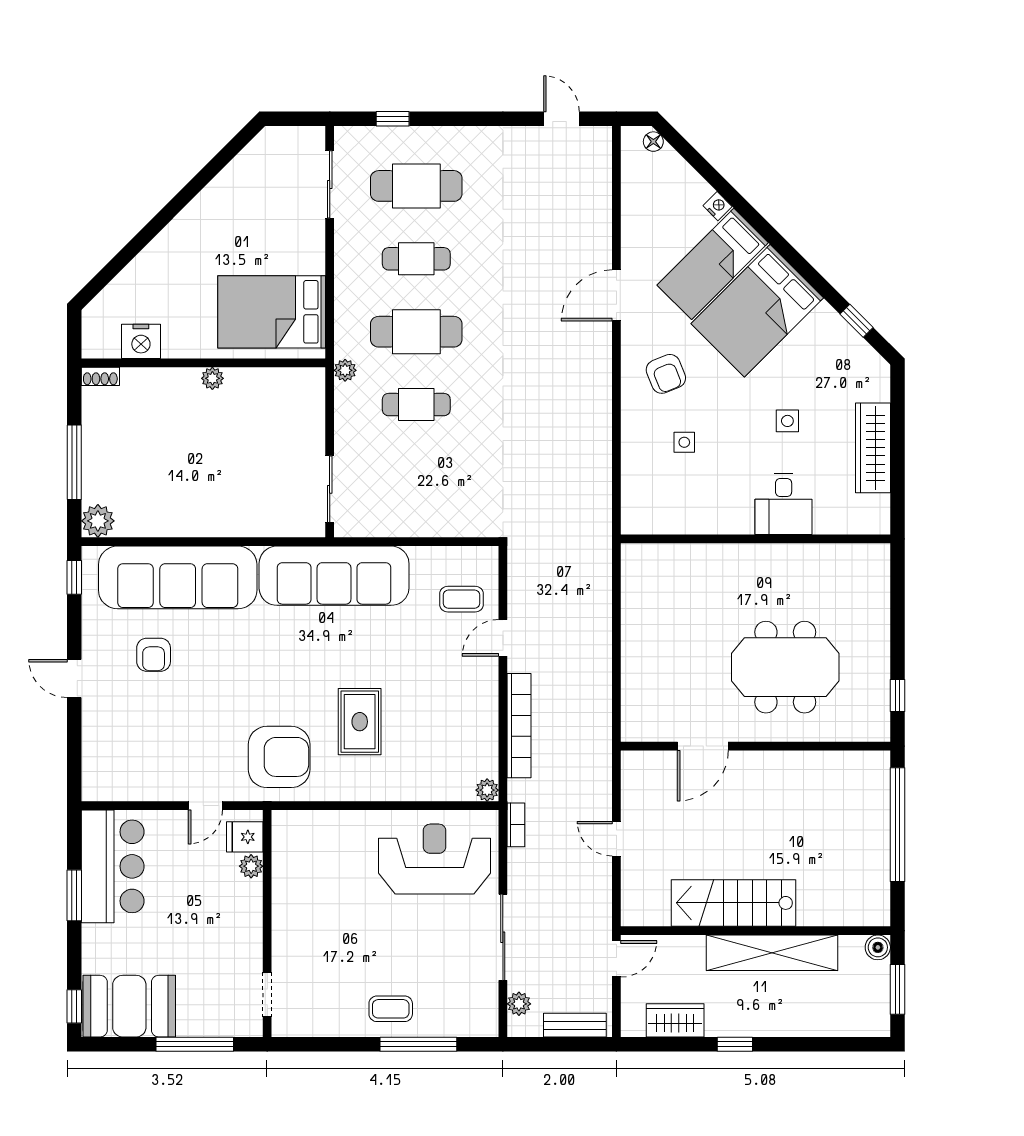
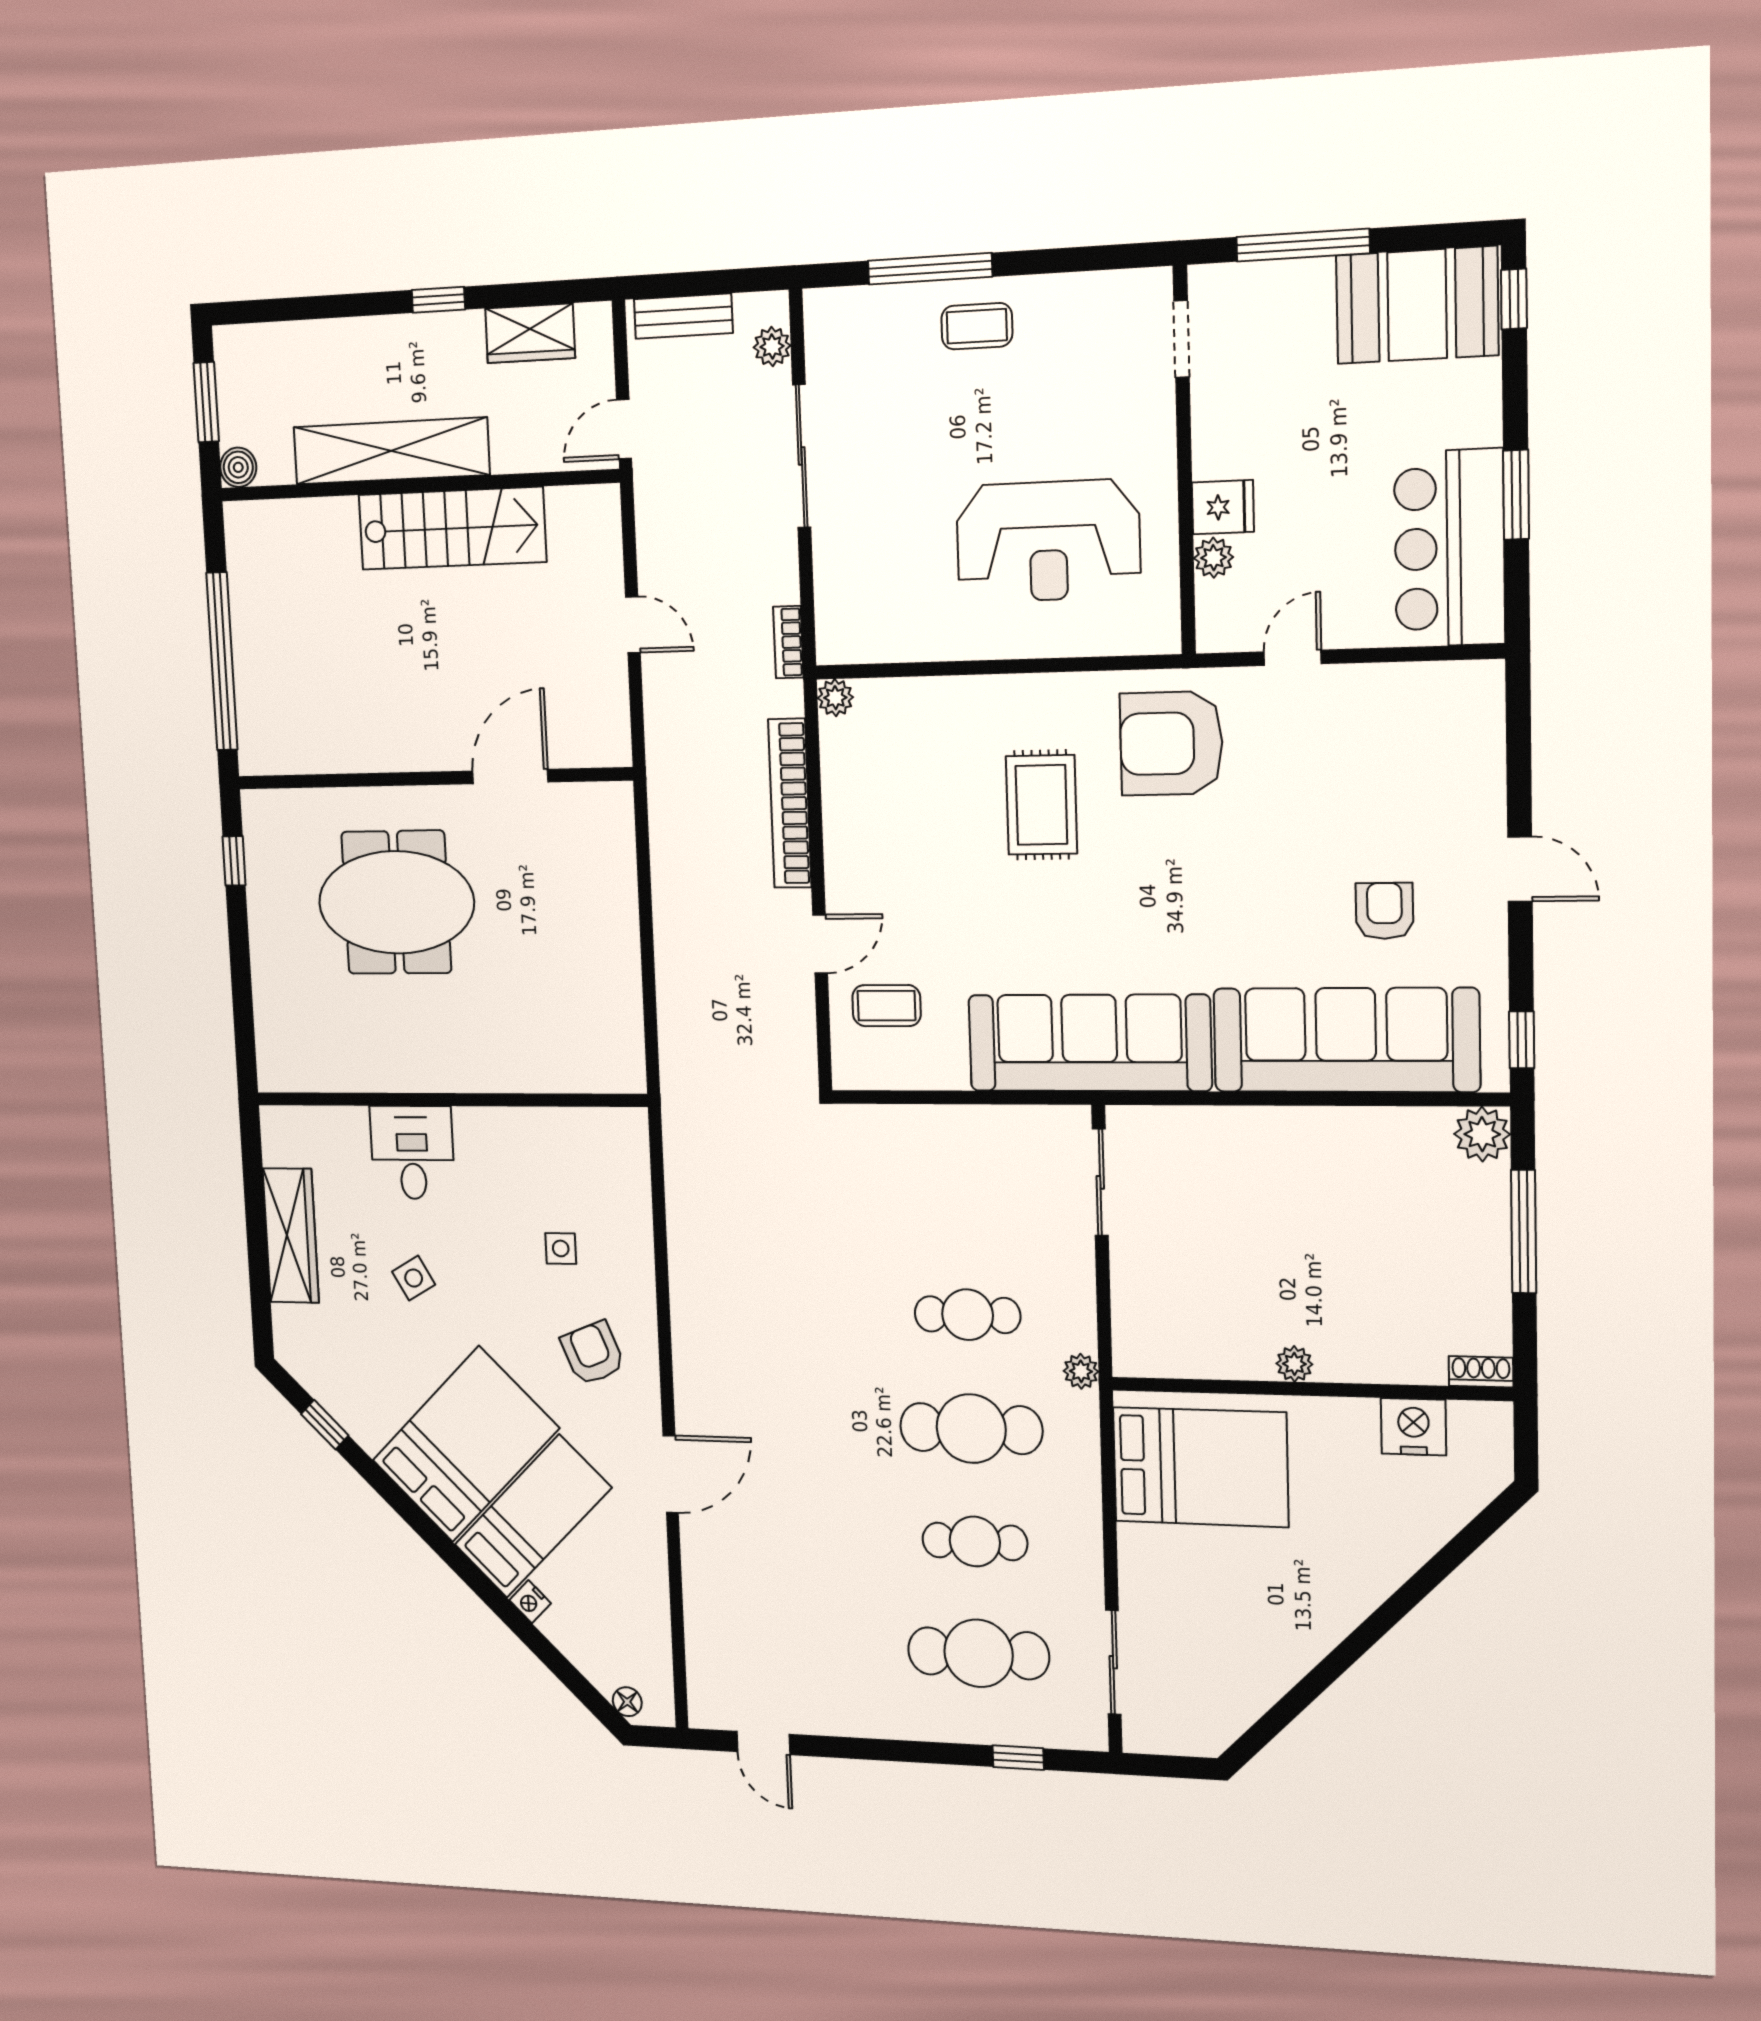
side table: (787, 421) -> (414, 1278), turned -30
fridge: (245, 837) -> (1223, 507), moved
reception desk: (435, 859) -> (1048, 541), moved

